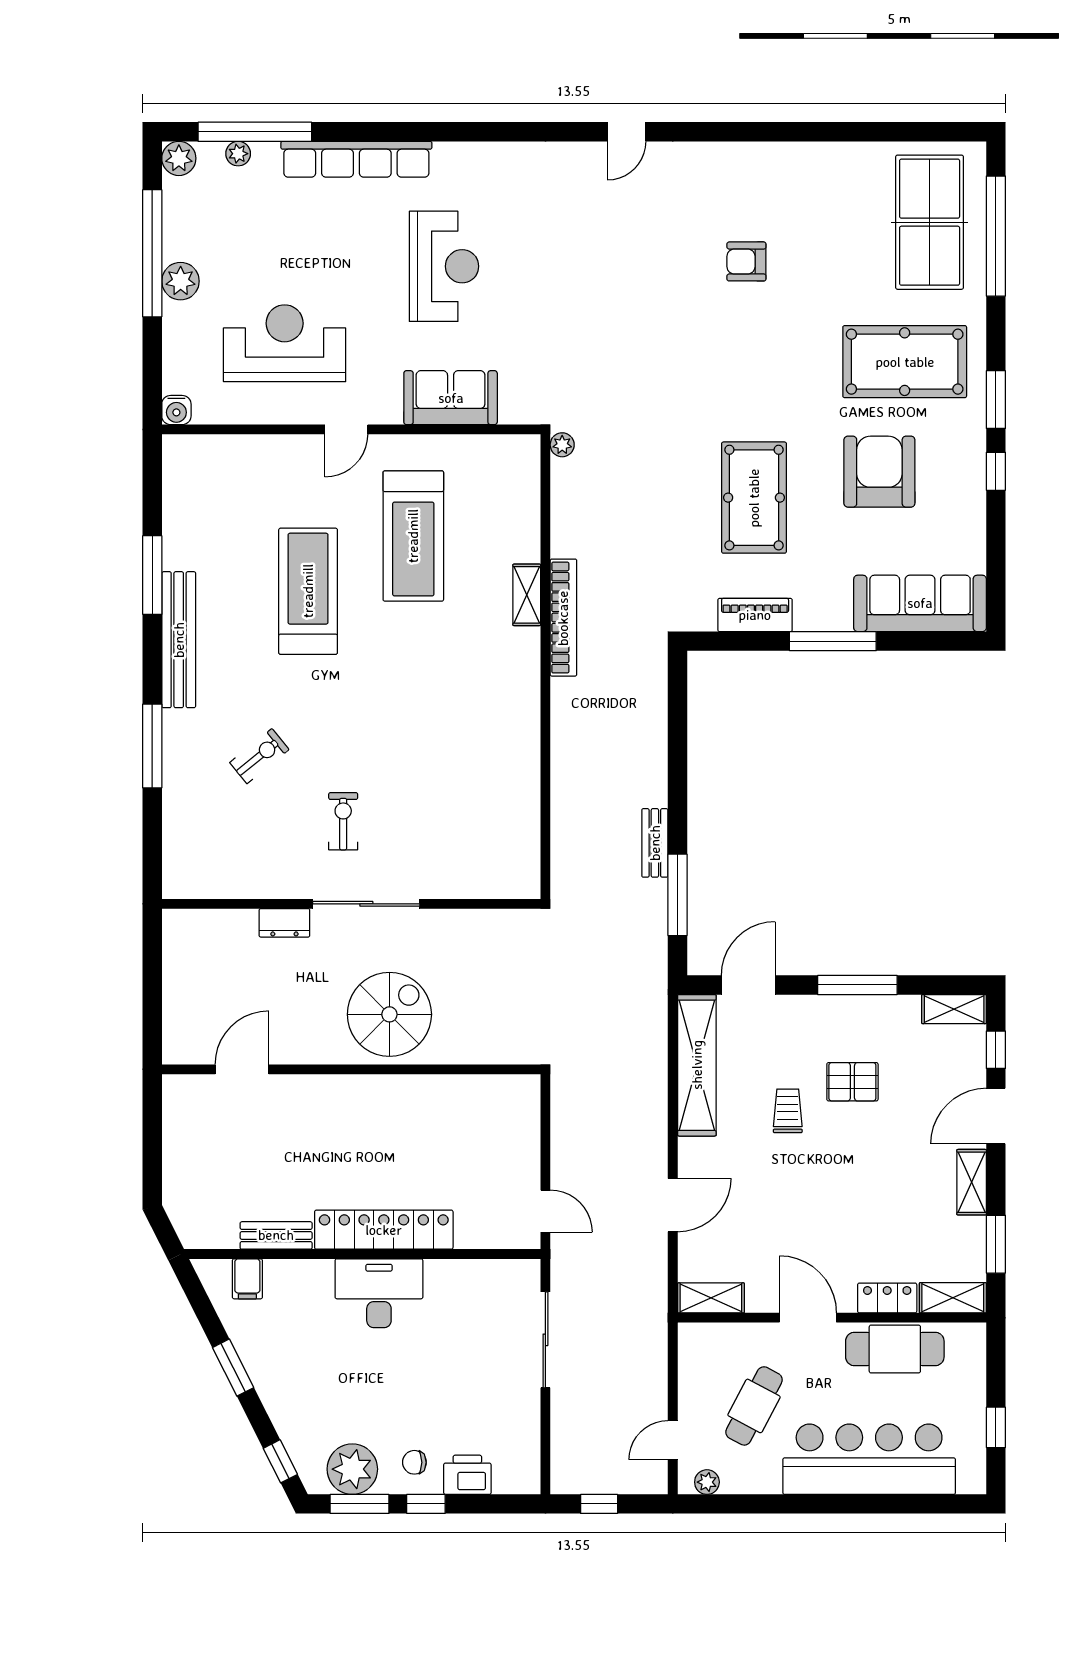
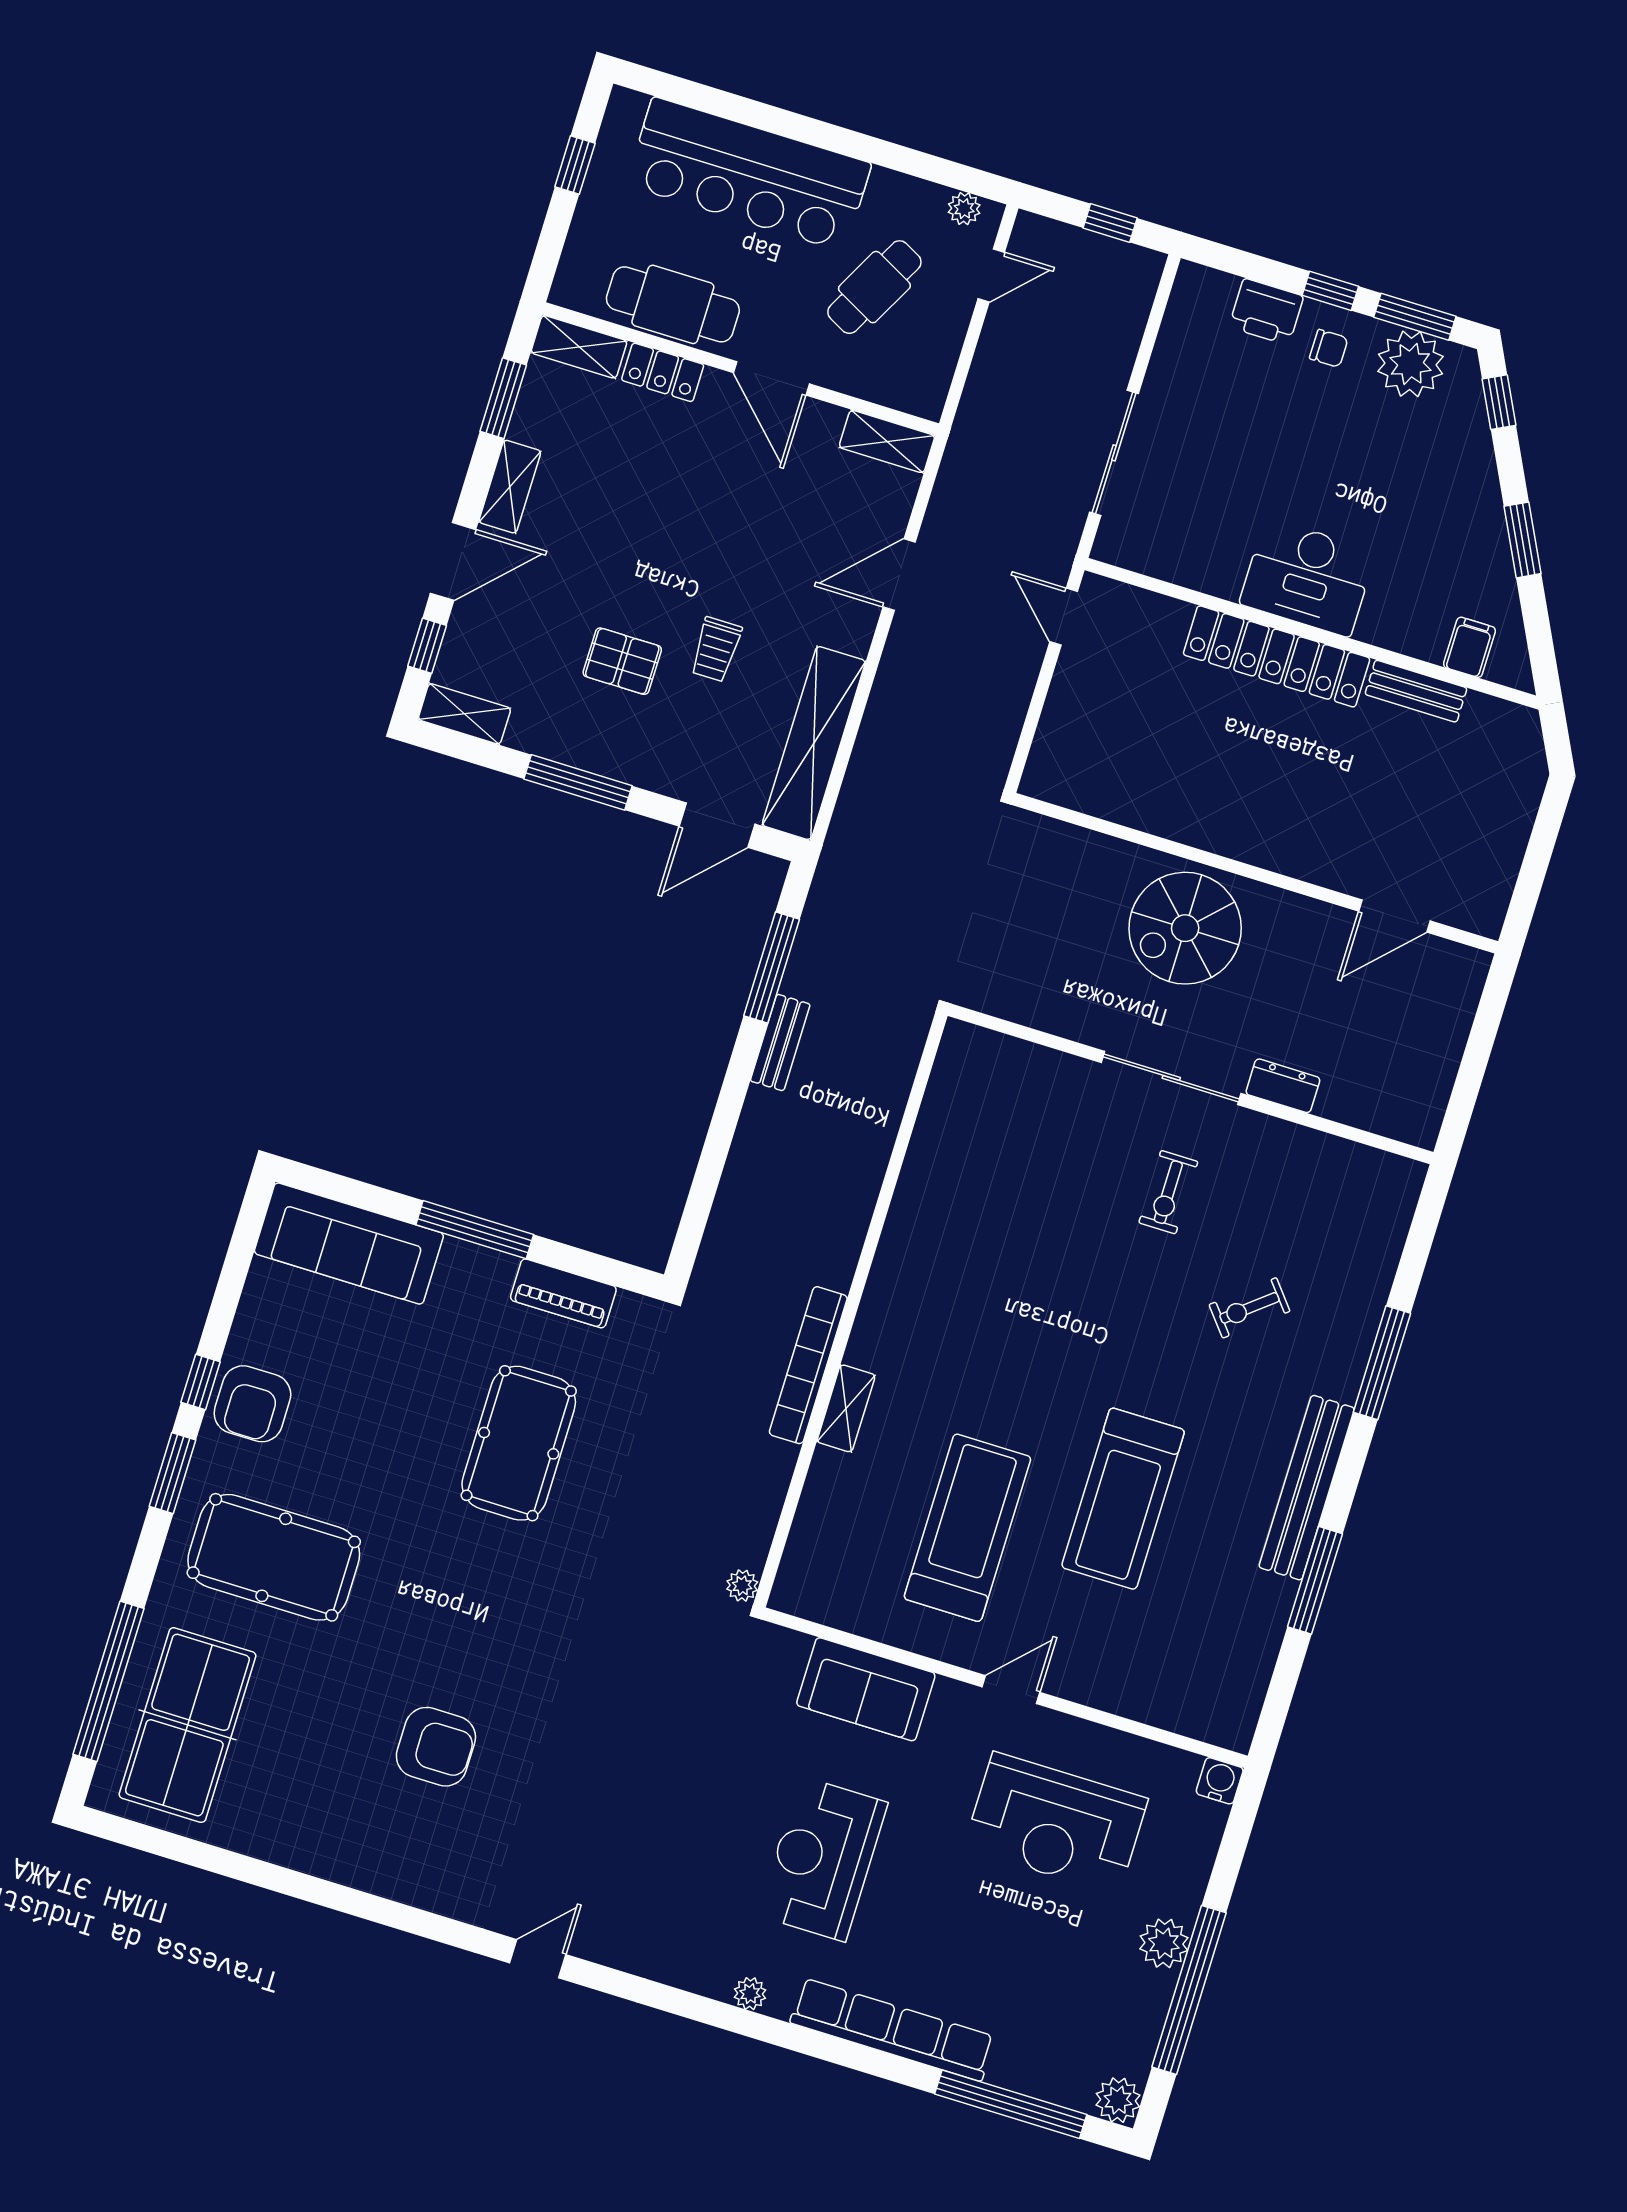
plant: (238, 154) -> (750, 1994), moved
armchair: (746, 261) -> (436, 1747), width x1.38, depth x1.38
armchair: (879, 472) -> (252, 1404), moved, width x0.73, depth x0.73

